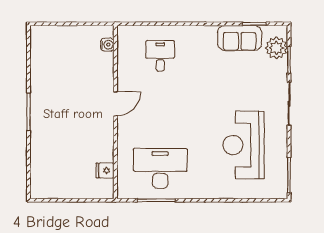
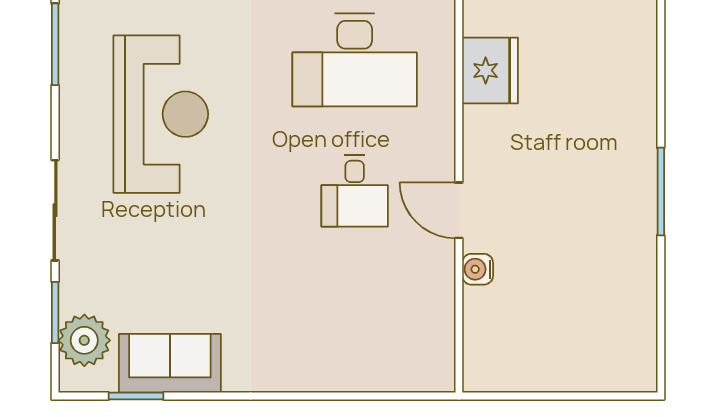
water cooler: (107, 45) -> (478, 269), moved
desk: (160, 56) -> (355, 191), moved
door: (115, 104) -> (459, 210), hinge flipped
fridge: (105, 170) -> (490, 70), width x1.88, depth x1.34

